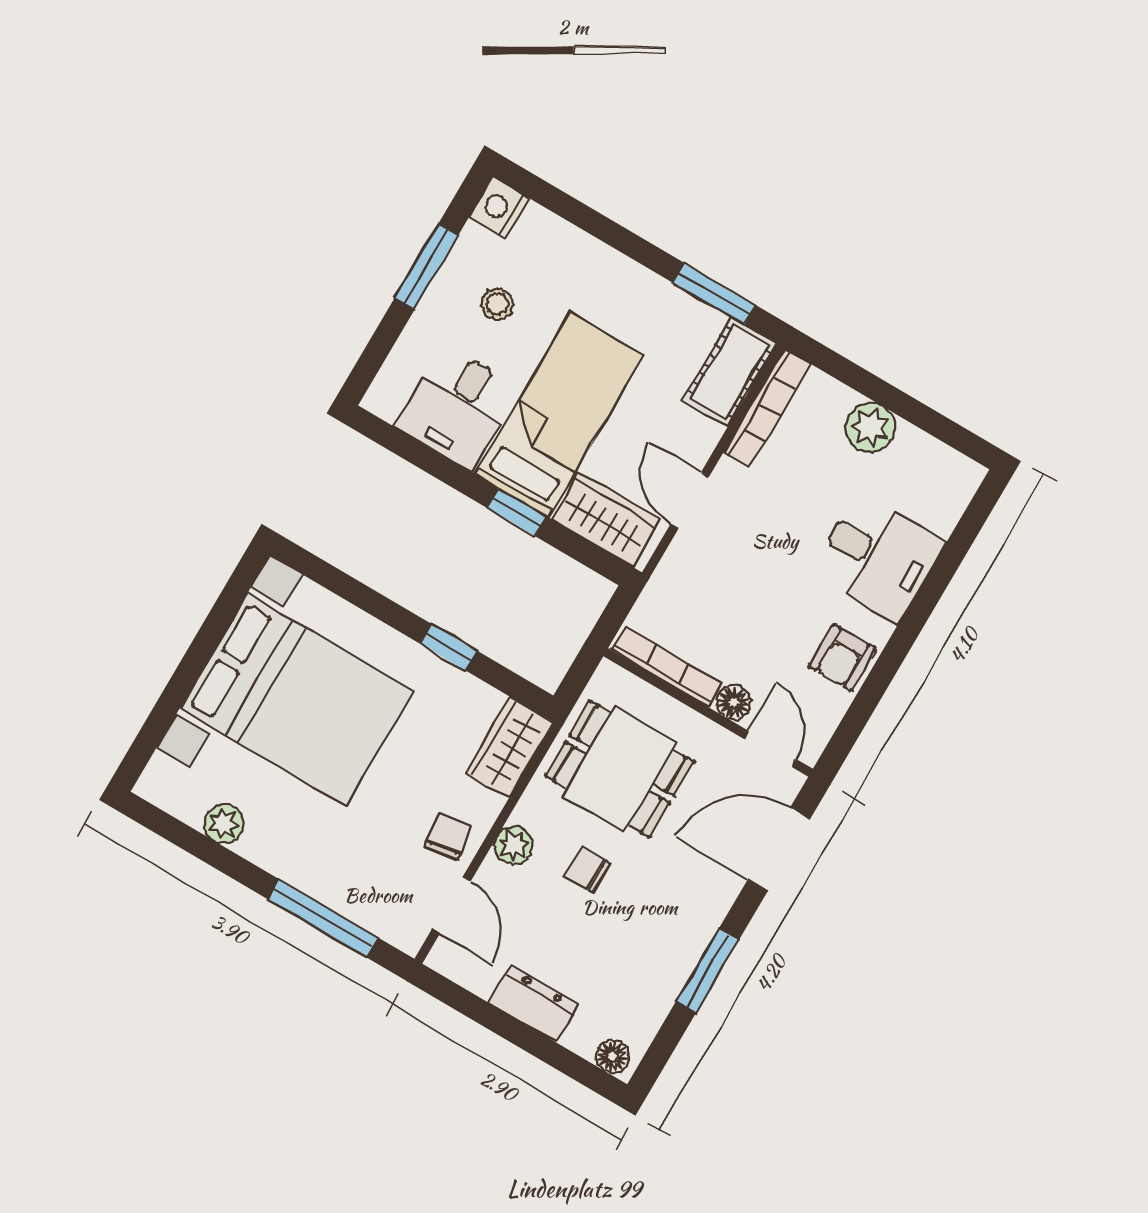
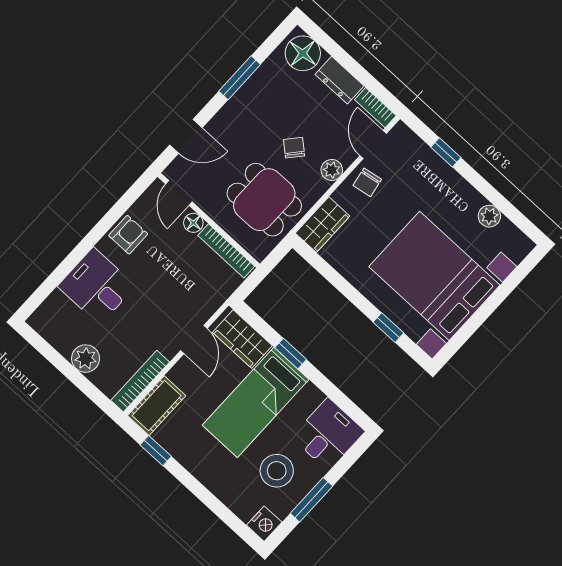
window: (715, 294) -> (156, 451), width x0.67
stool: (497, 304) -> (277, 471), width x1.89, depth x1.89
desk: (458, 407) -> (328, 434), moved
window: (449, 647) -> (388, 328), moved
door: (779, 849) -> (186, 136), width x0.73
chair: (587, 870) -> (294, 148), turned -139
window: (323, 918) -> (446, 152), width x0.46
bookcase: (461, 970) -> (375, 108), added
floor lamp: (612, 1057) -> (303, 53), width x1.89, depth x1.89

